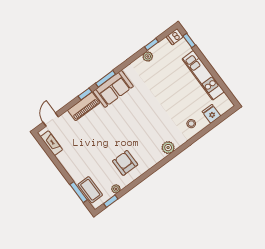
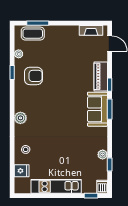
window: (111, 201) -> (12, 73), moved

